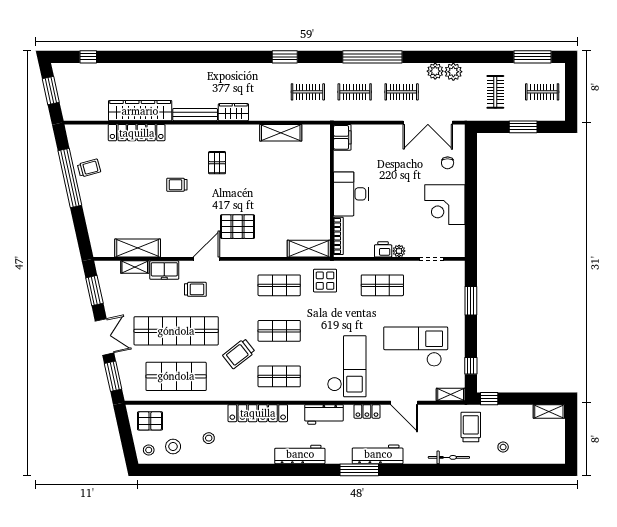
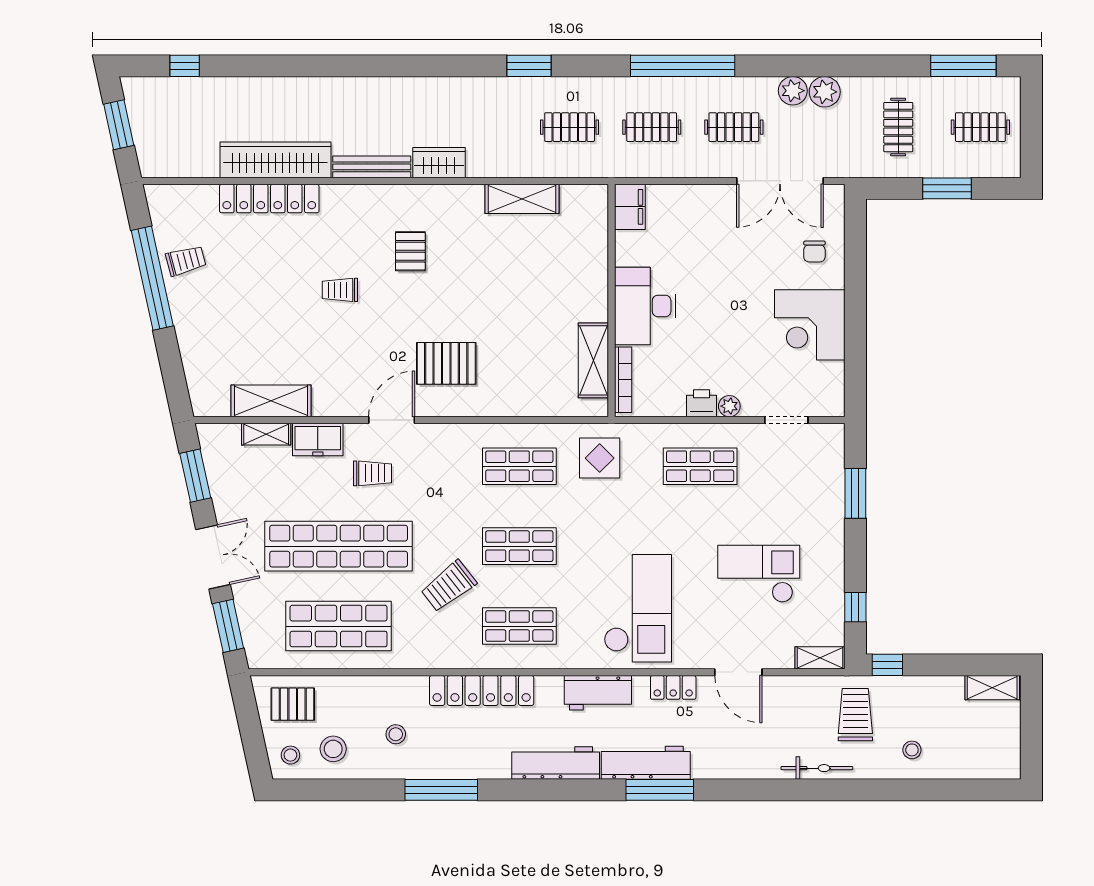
shelving: (309, 249) -> (593, 360), moved, turned 90
checkout: (416, 347) -> (759, 574), width x0.73, depth x0.83
workbench: (378, 454) -> (646, 763), moved
window: (235, 470) -> (441, 790), added

